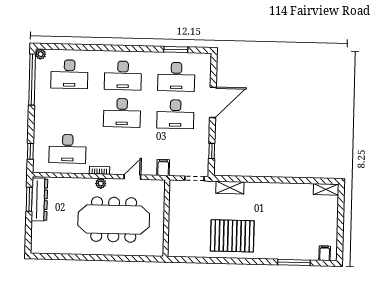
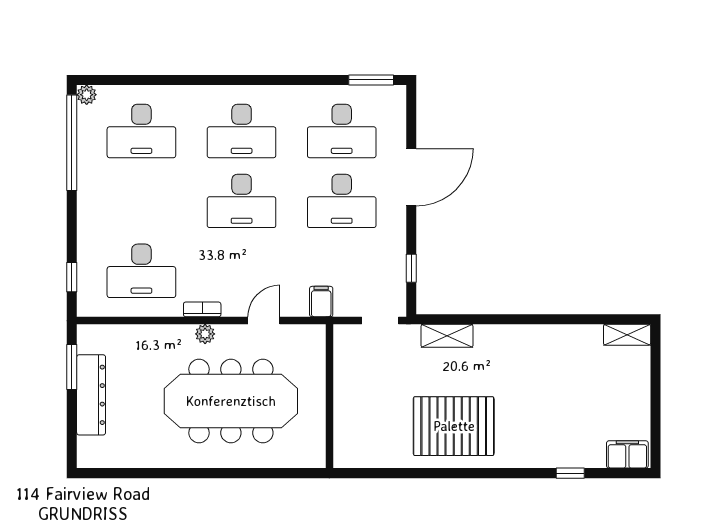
window: (176, 50) -> (371, 80), moved
dresser: (39, 200) -> (91, 395), moved
filing cabinet: (325, 253) -> (627, 454), width x2.00
window: (294, 262) -> (570, 473), width x0.46

